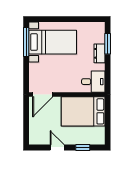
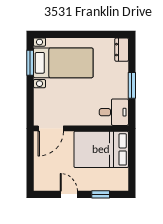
window: (26, 42) -> (30, 63), width x0.69
window: (108, 44) -> (132, 85), moved
dresser: (99, 53) -> (122, 50), moved

